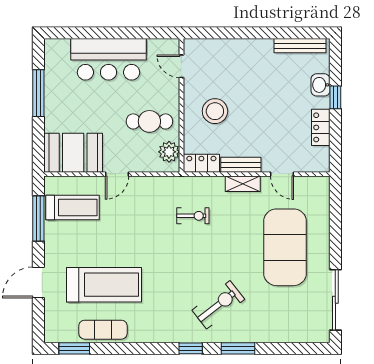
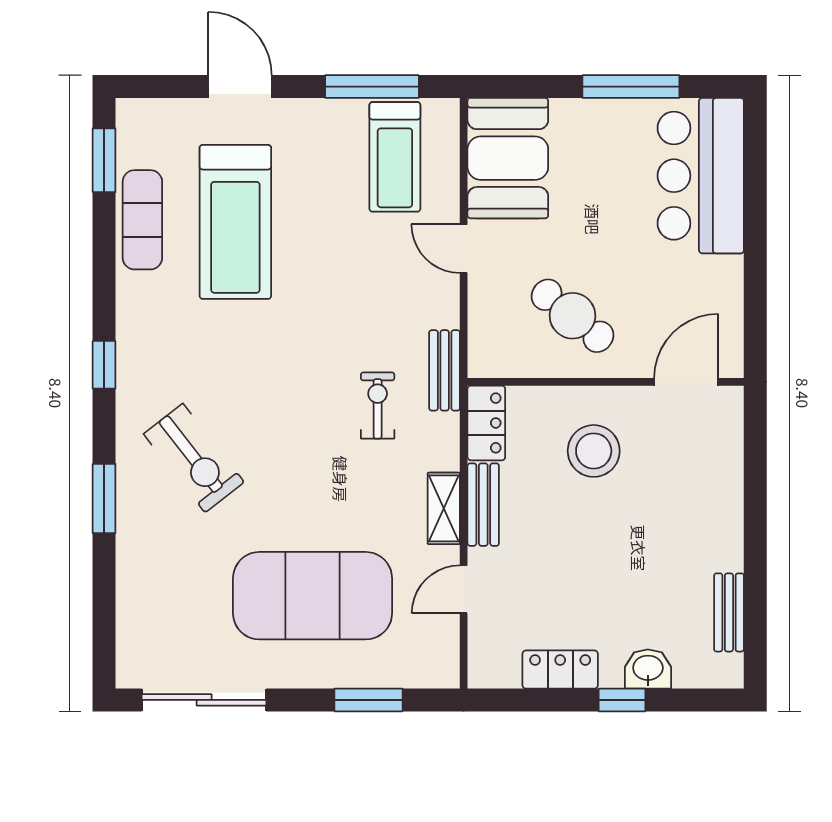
bench: (300, 46) -> (729, 612), width x0.73
bar counter: (109, 59) -> (701, 176), moved
door: (181, 66) -> (686, 382), width x1.38
cafe table: (149, 121) -> (572, 316), turned -51
plant: (169, 152) -> (510, 356), removed
bench: (176, 183) -> (445, 370), added
exercise bike: (193, 216) -> (378, 406), turned 180
window: (335, 220) -> (369, 700), added
window: (191, 348) -> (104, 365), moved

